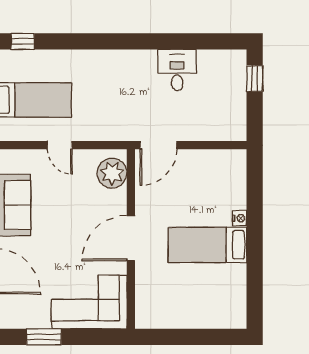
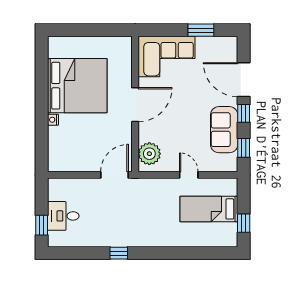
window: (23, 41) -> (119, 253), moved
desk: (177, 70) -> (63, 216), moved, turned 90
bed: (208, 245) -> (77, 86), width x2.04

